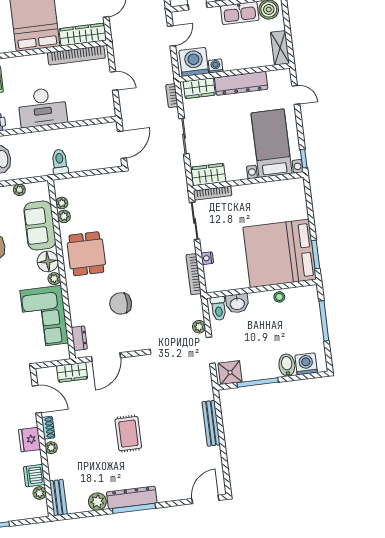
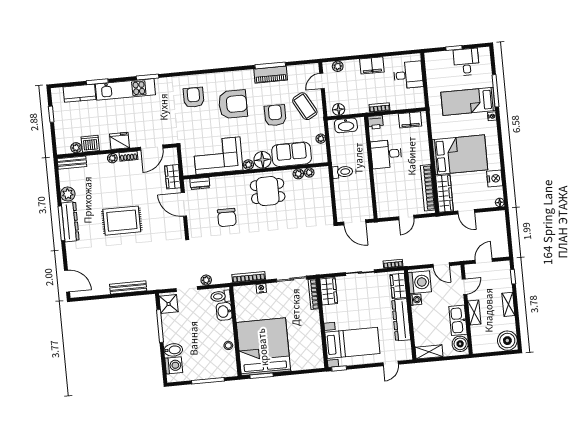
desk: (42, 107) -> (386, 154), width x0.73
chair: (121, 303) -> (227, 218), turned 180
rug: (128, 434) -> (122, 221), width x1.36, depth x1.43

